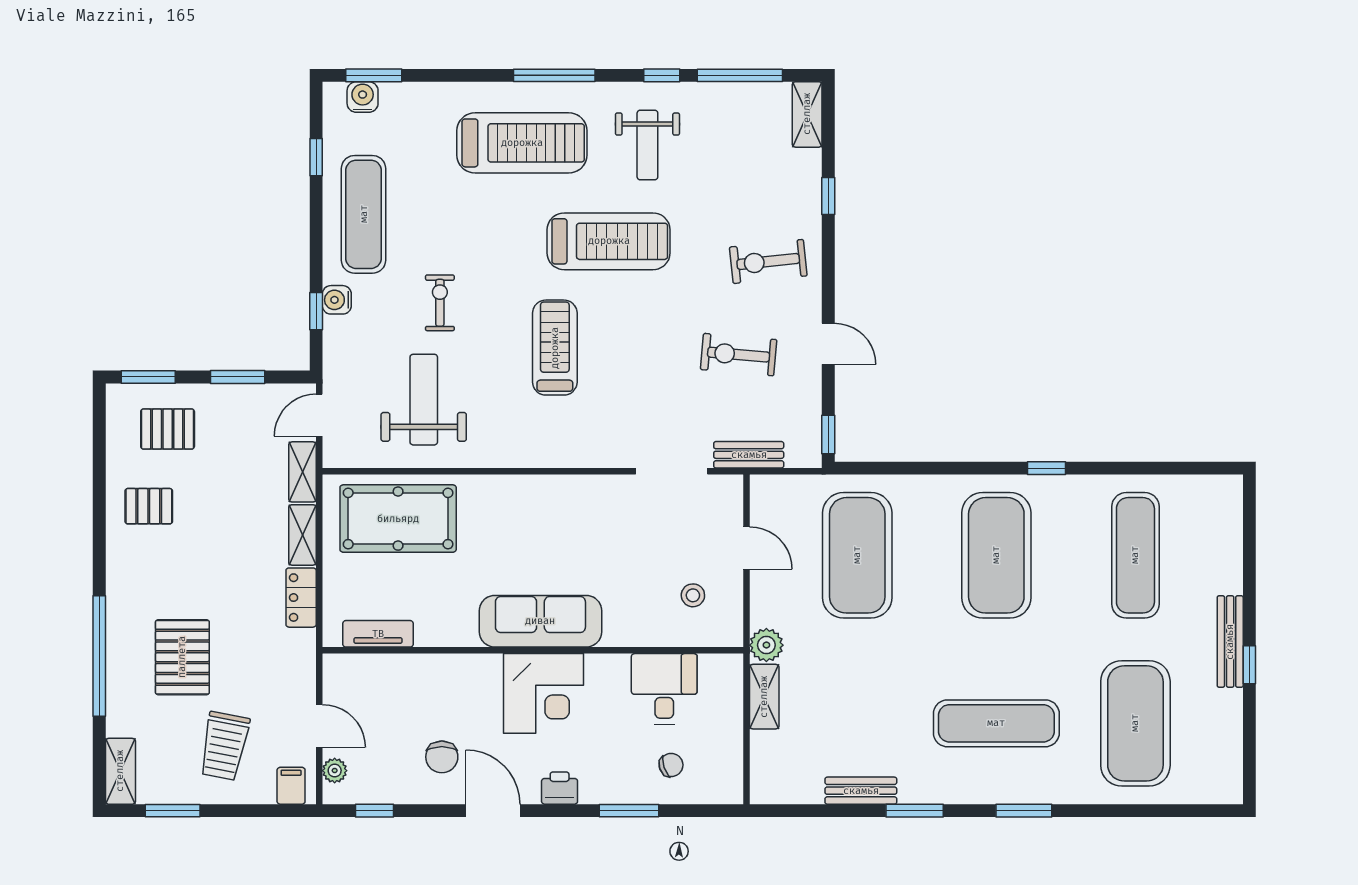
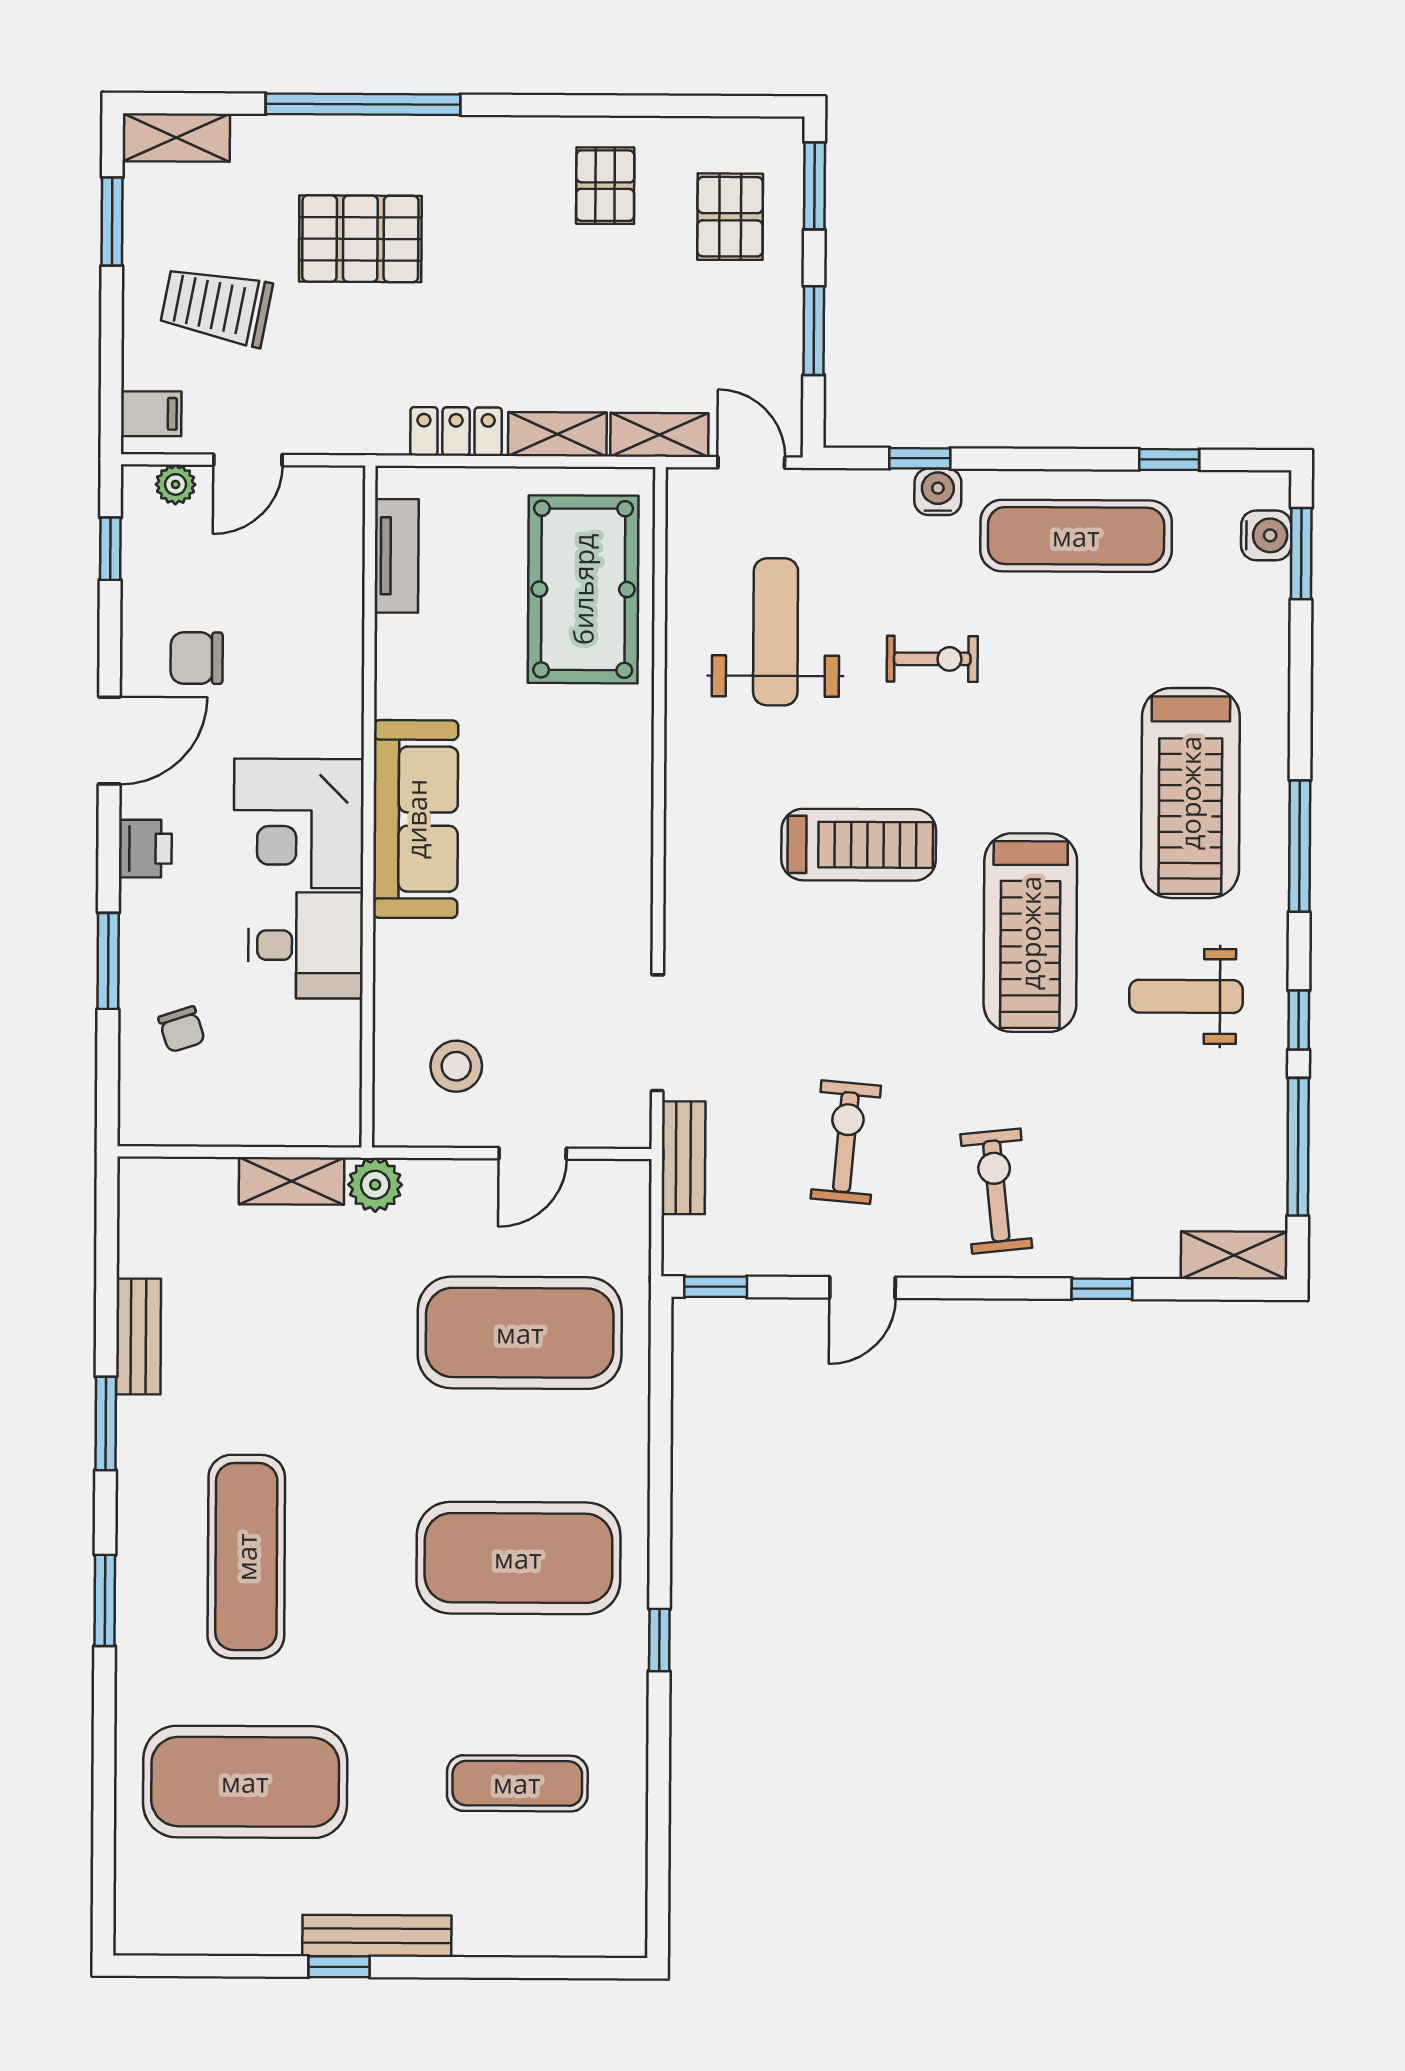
weight bench: (424, 400) -> (776, 632), turned -90
exercise mat: (1135, 555) -> (517, 1783), width x0.73, depth x0.69
stool: (693, 595) -> (456, 1066), width x1.37, depth x1.37
desk: (664, 689) -> (305, 945), moved

